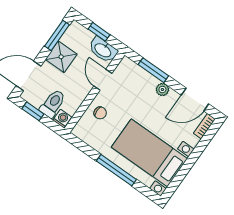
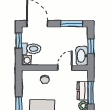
shower: (61, 57) -> (61, 35), removed
dresser: (144, 78) -> (83, 91), added

